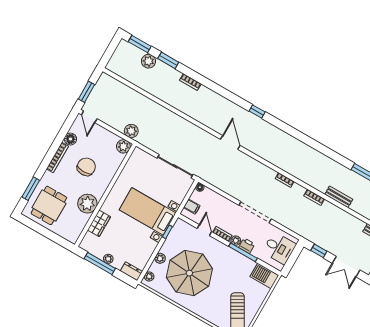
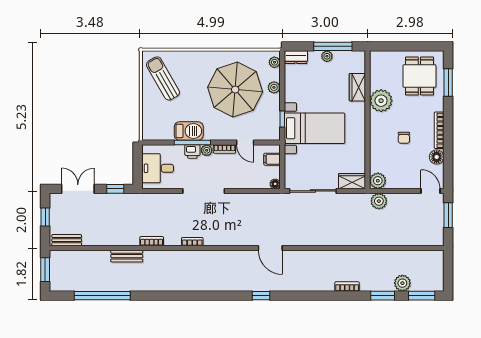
wardrobe: (142, 157) -> (352, 181), added
chair: (86, 167) -> (404, 138), width x0.54, depth x0.54
barbecue: (264, 276) -> (189, 131), moved

